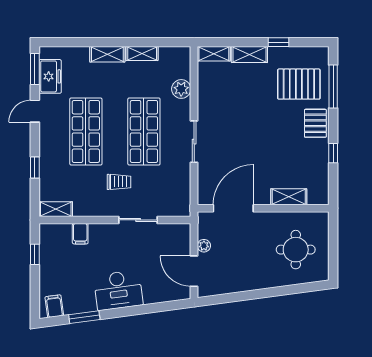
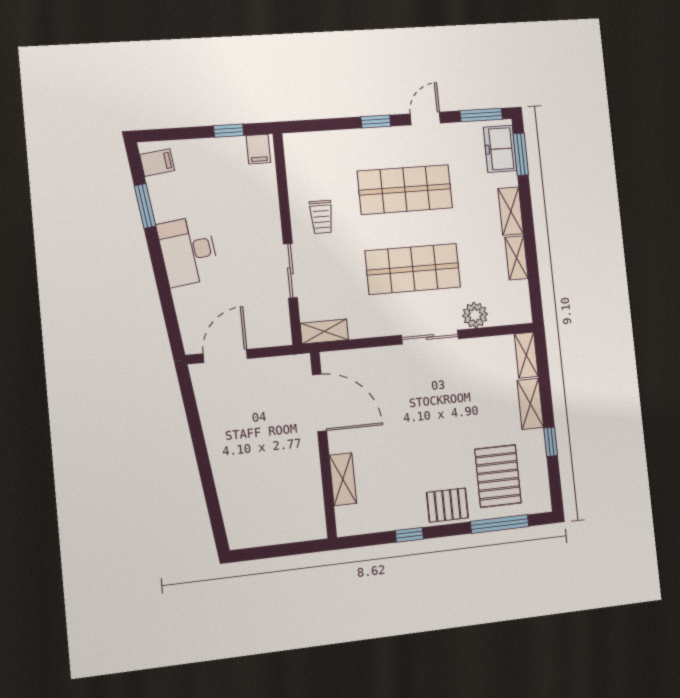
window: (66, 42) -> (521, 154), added
freezer: (50, 76) -> (500, 149), moved, turned 90
door: (35, 111) -> (425, 118), hinge flipped
sliding door: (194, 142) -> (430, 337), moved
window: (35, 167) -> (376, 122), moved
trolley: (119, 182) -> (321, 217), moved
shelving: (56, 209) -> (324, 331), moved, turned 90
filing cabinet: (80, 234) -> (258, 149), moved, turned -90
plant: (204, 246) -> (263, 367), removed
round table: (296, 250) -> (269, 497), removed

